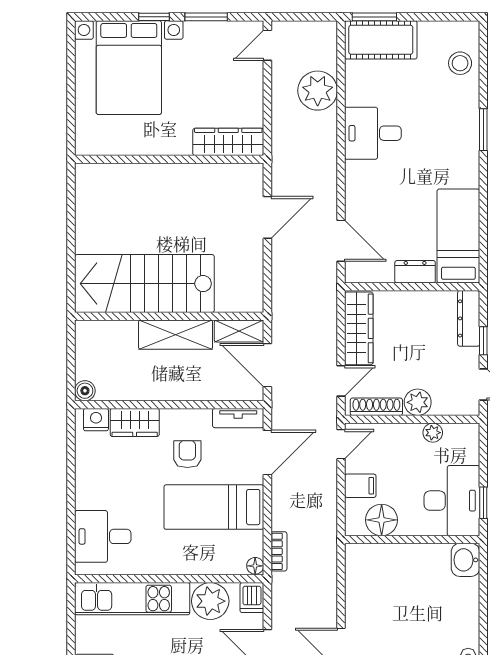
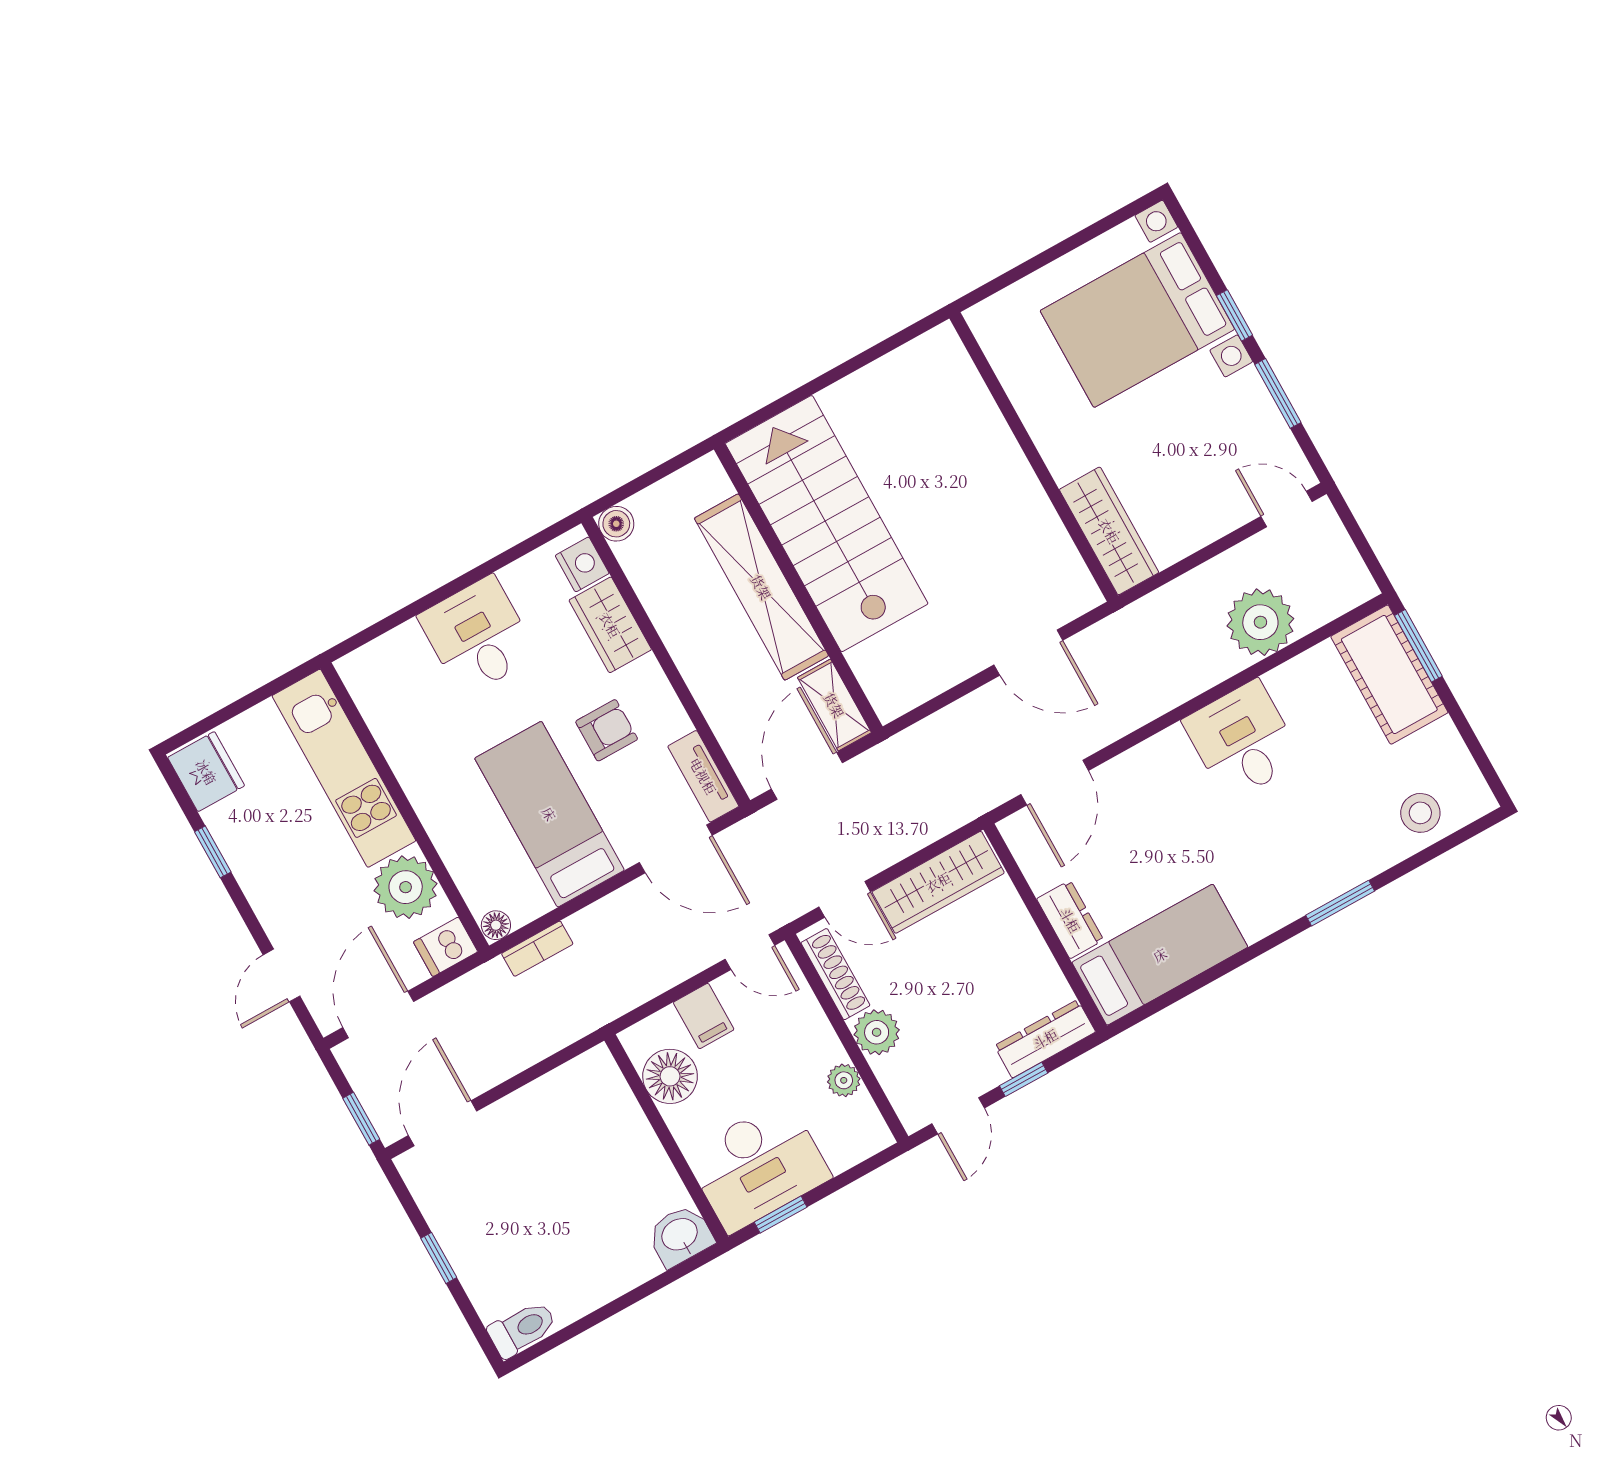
shelving: (176, 335) -> (761, 587), width x1.47
desk: (103, 536) -> (478, 636), moved

